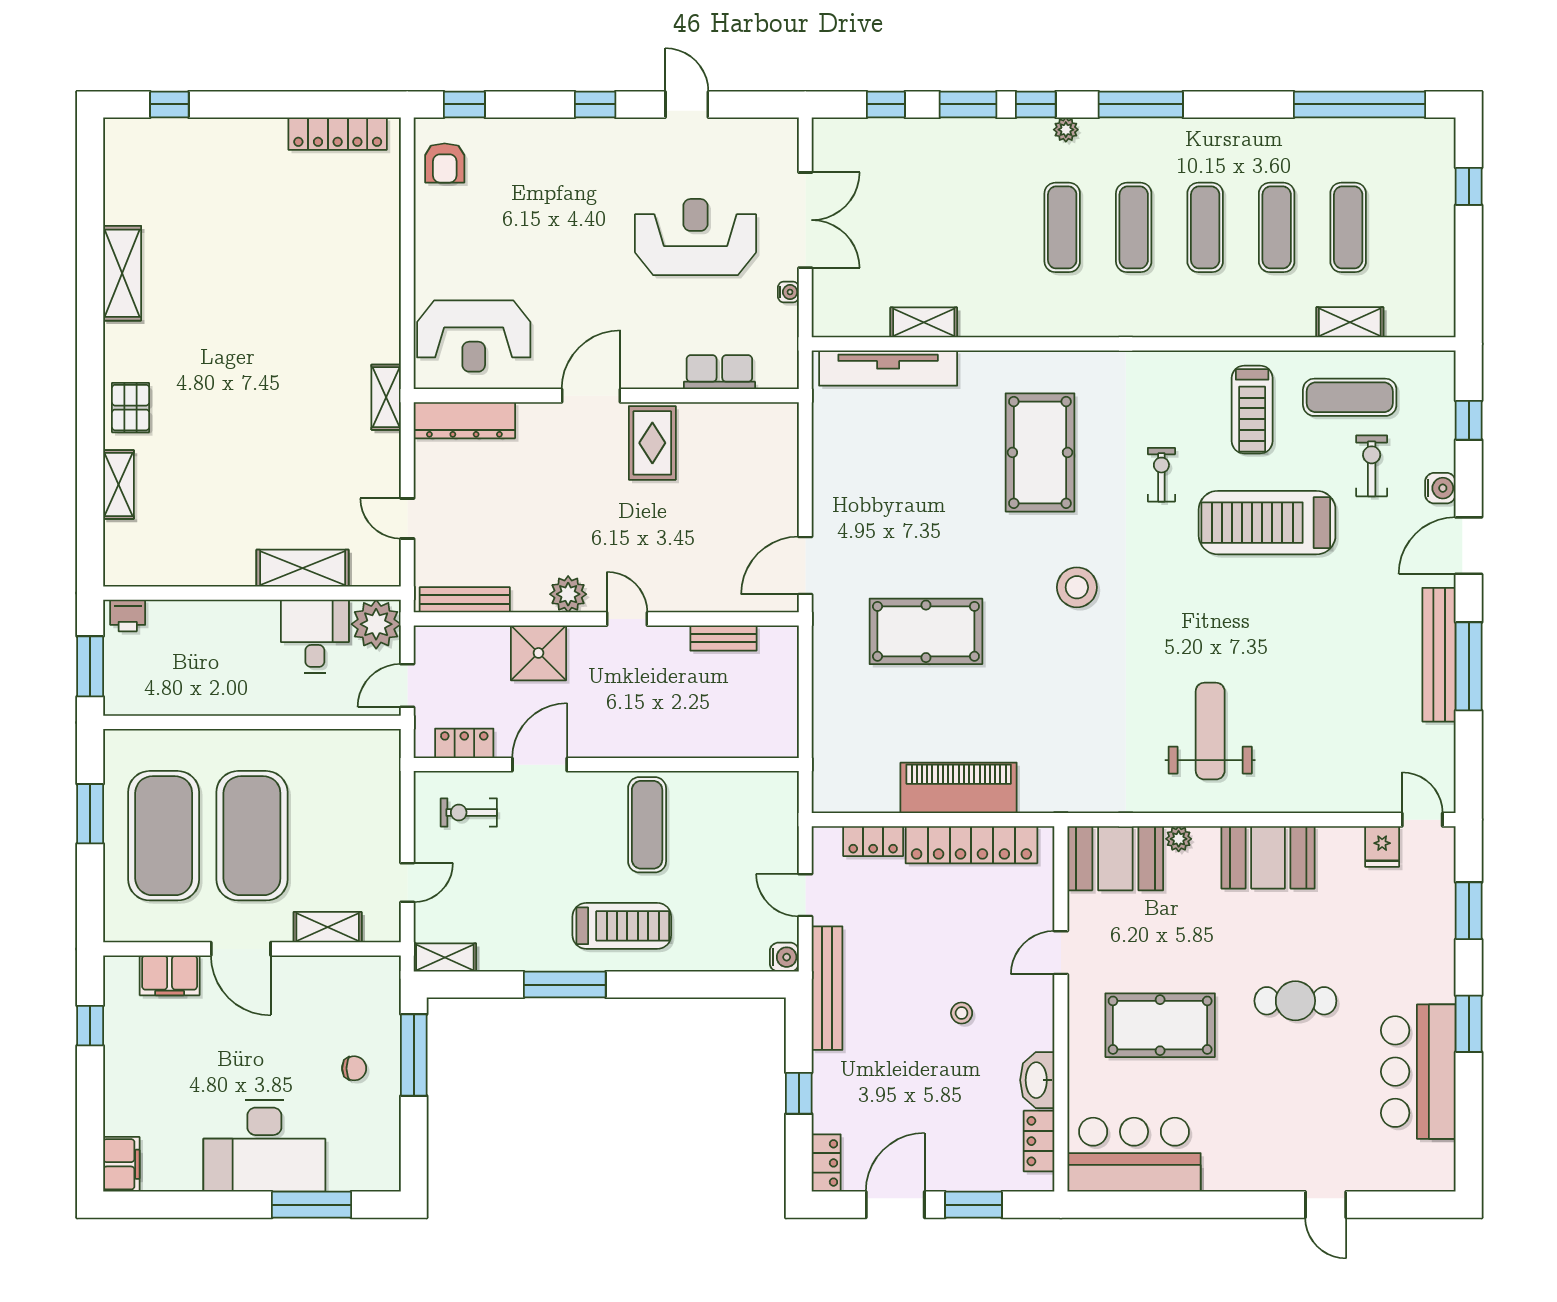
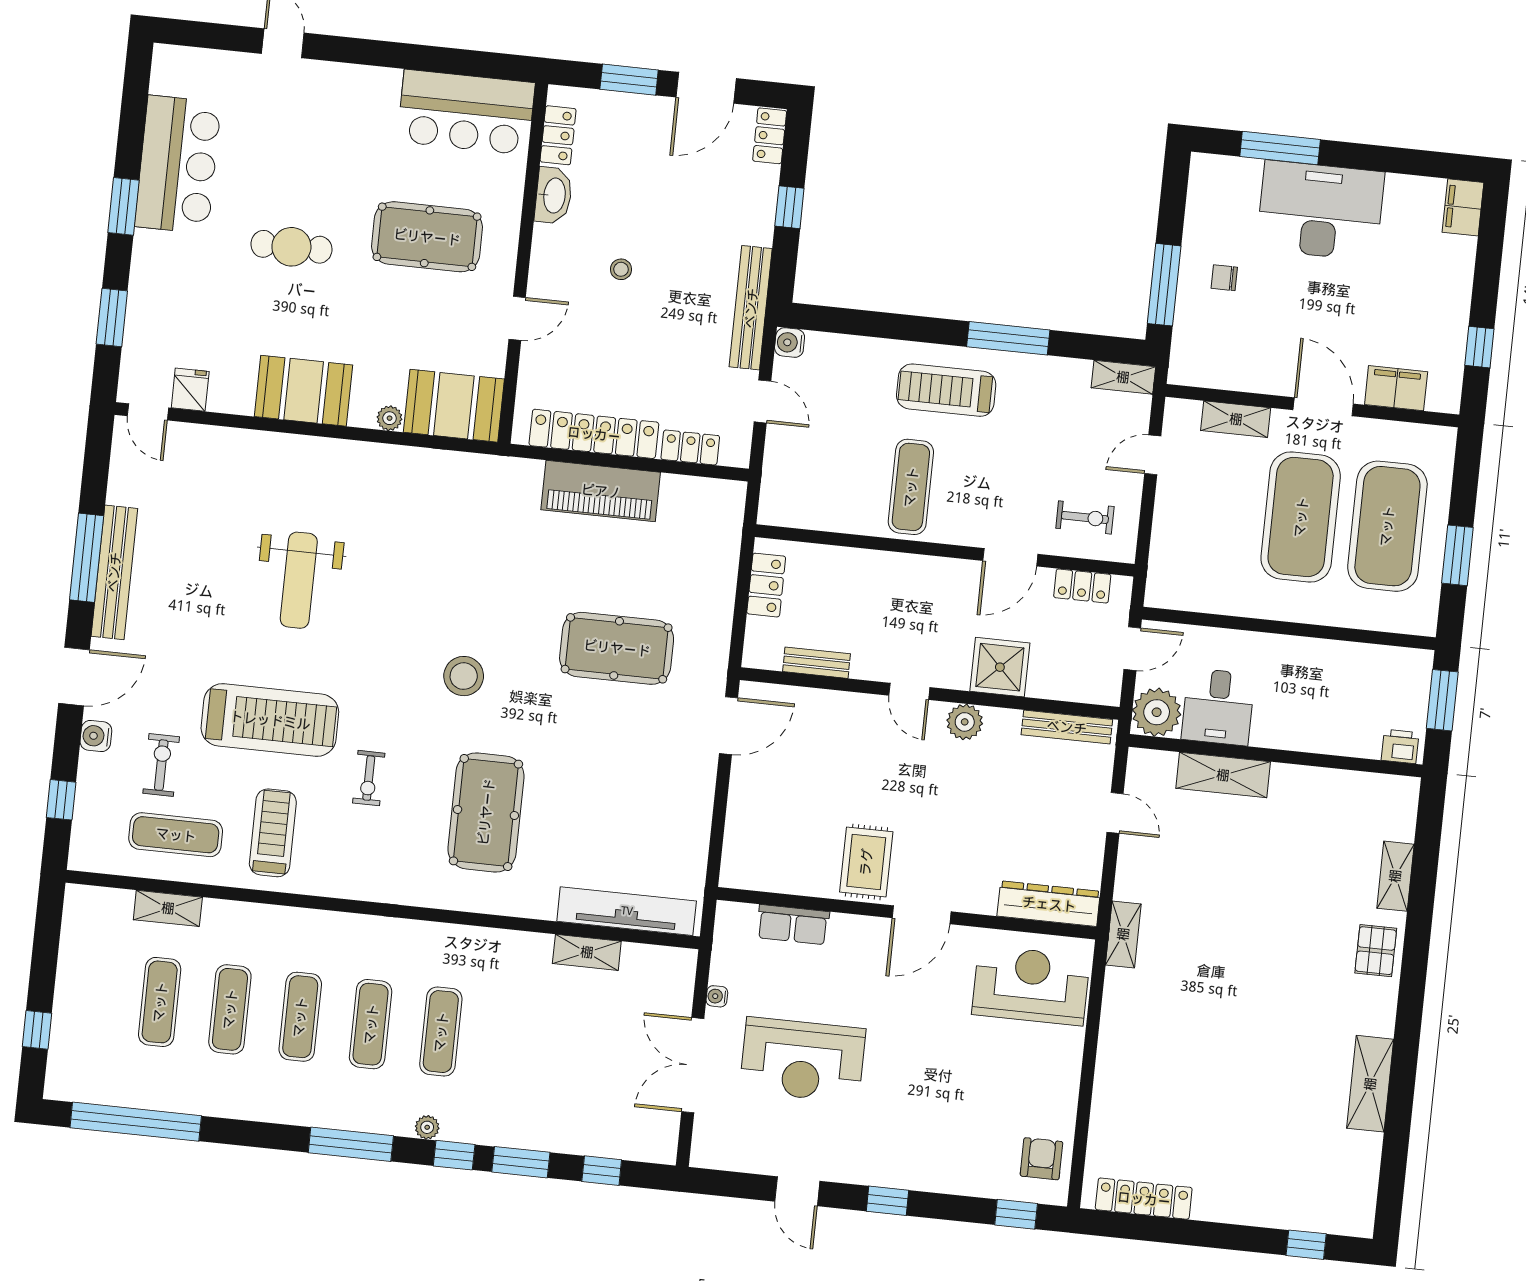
exercise bike: (1372, 466) -> (161, 765), turned 180
locker: (782, 711) -> (766, 585), added
weight bench: (1210, 731) -> (299, 580), moved

